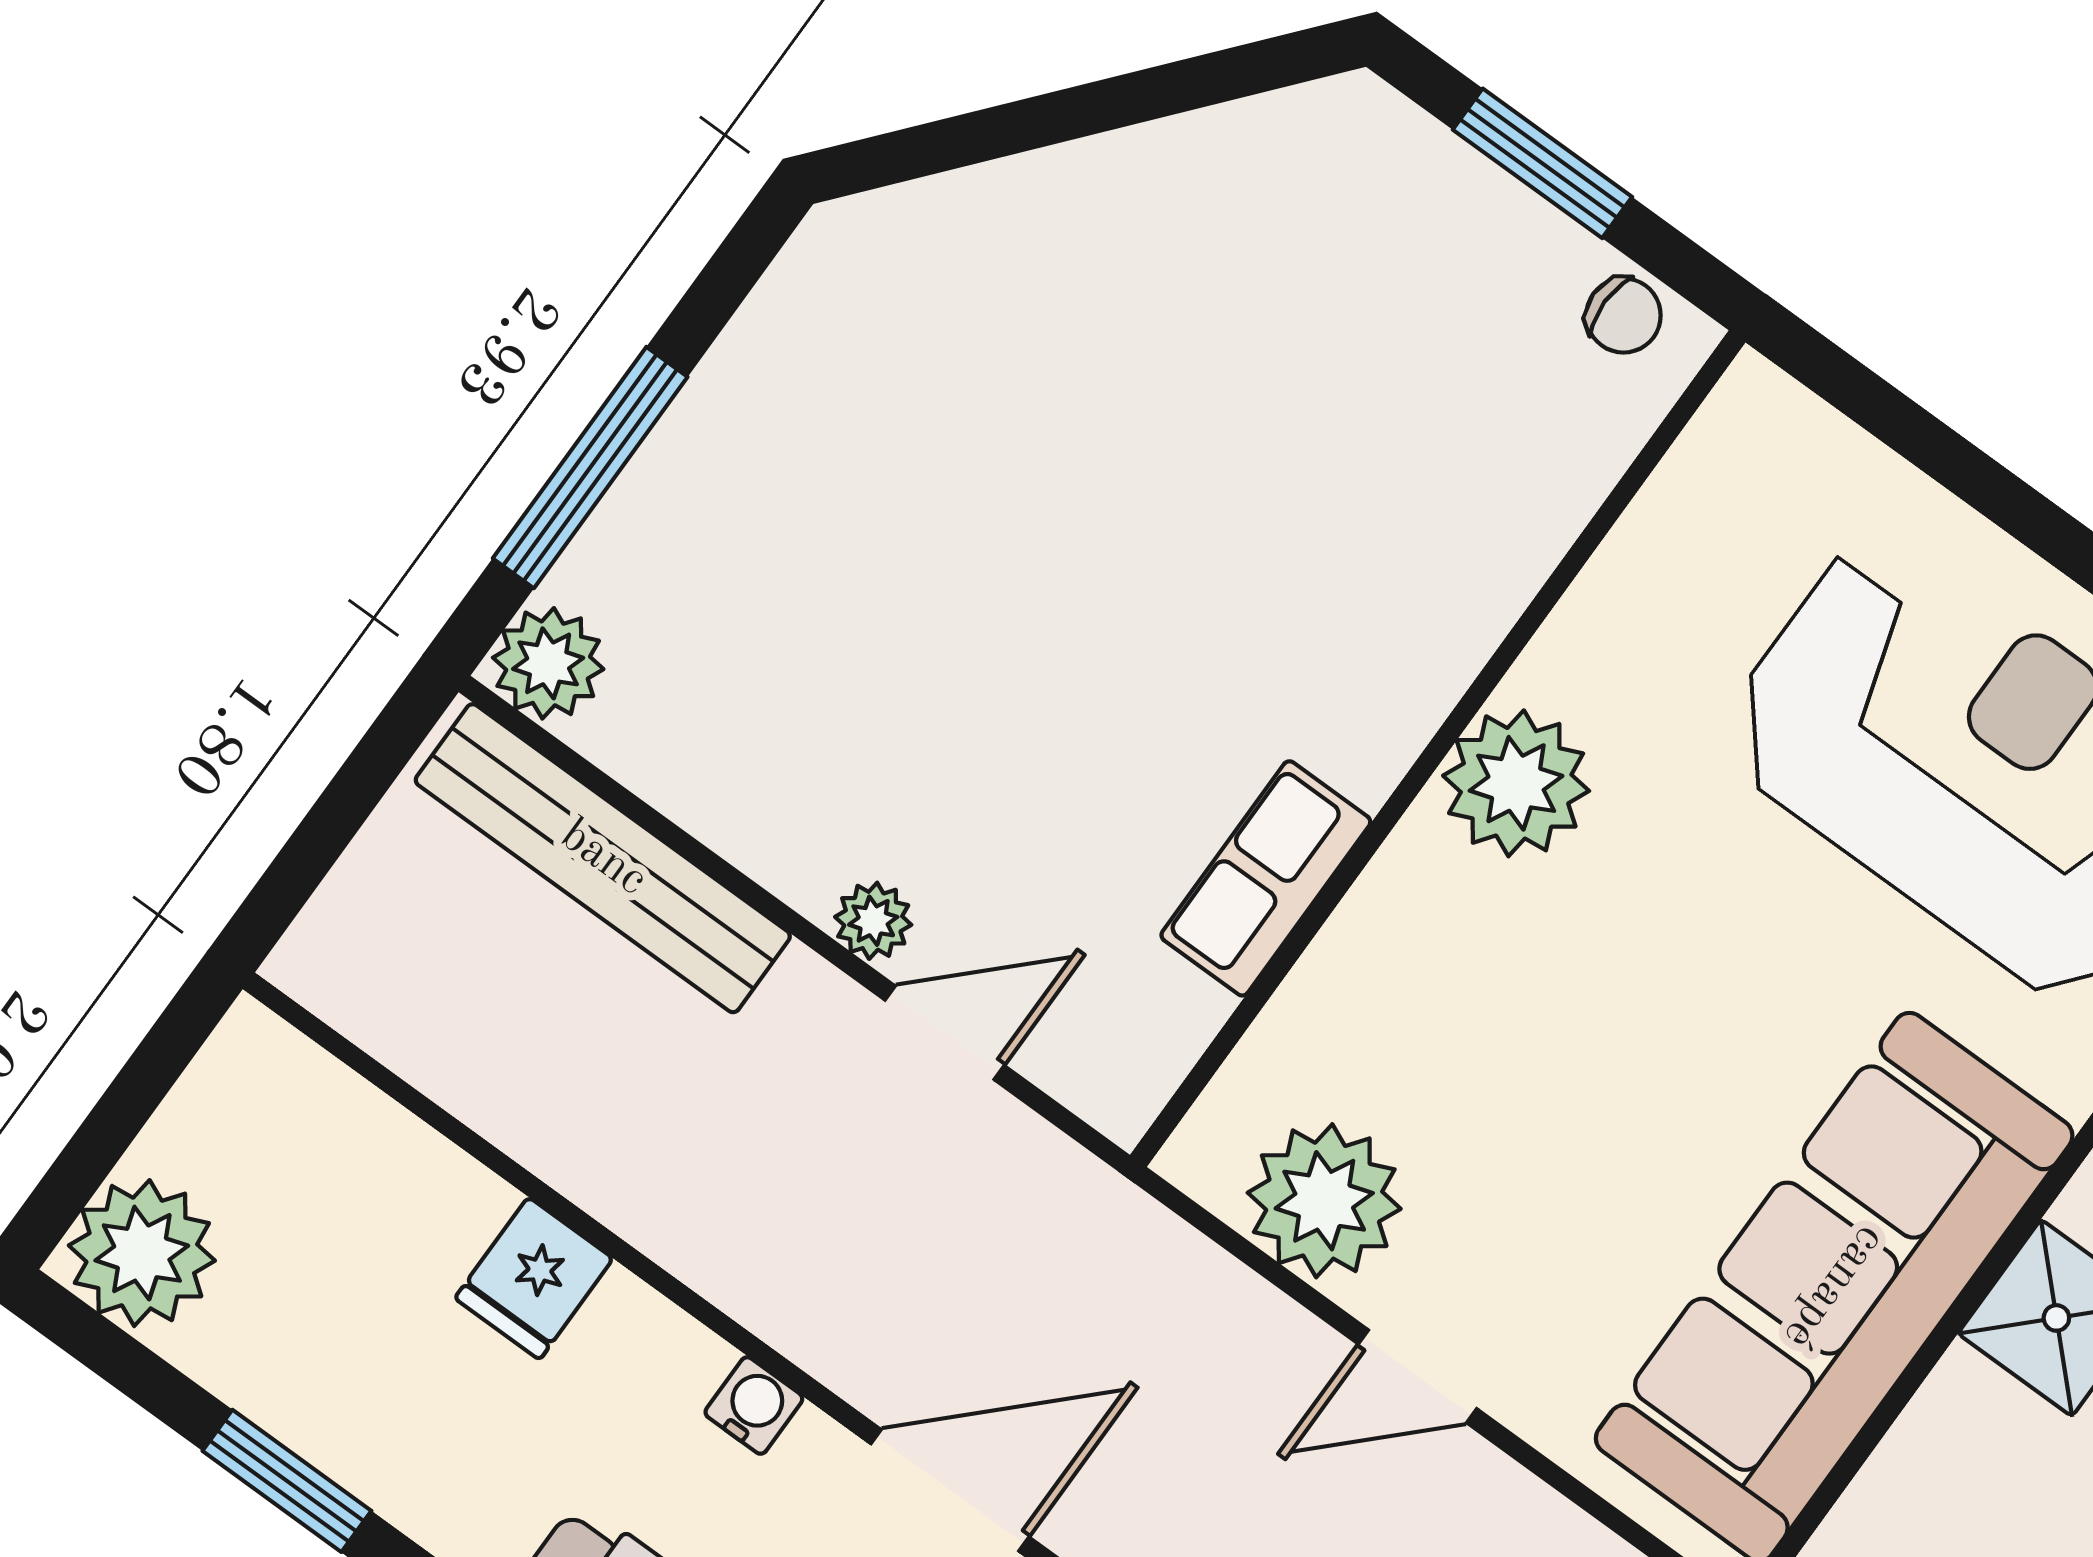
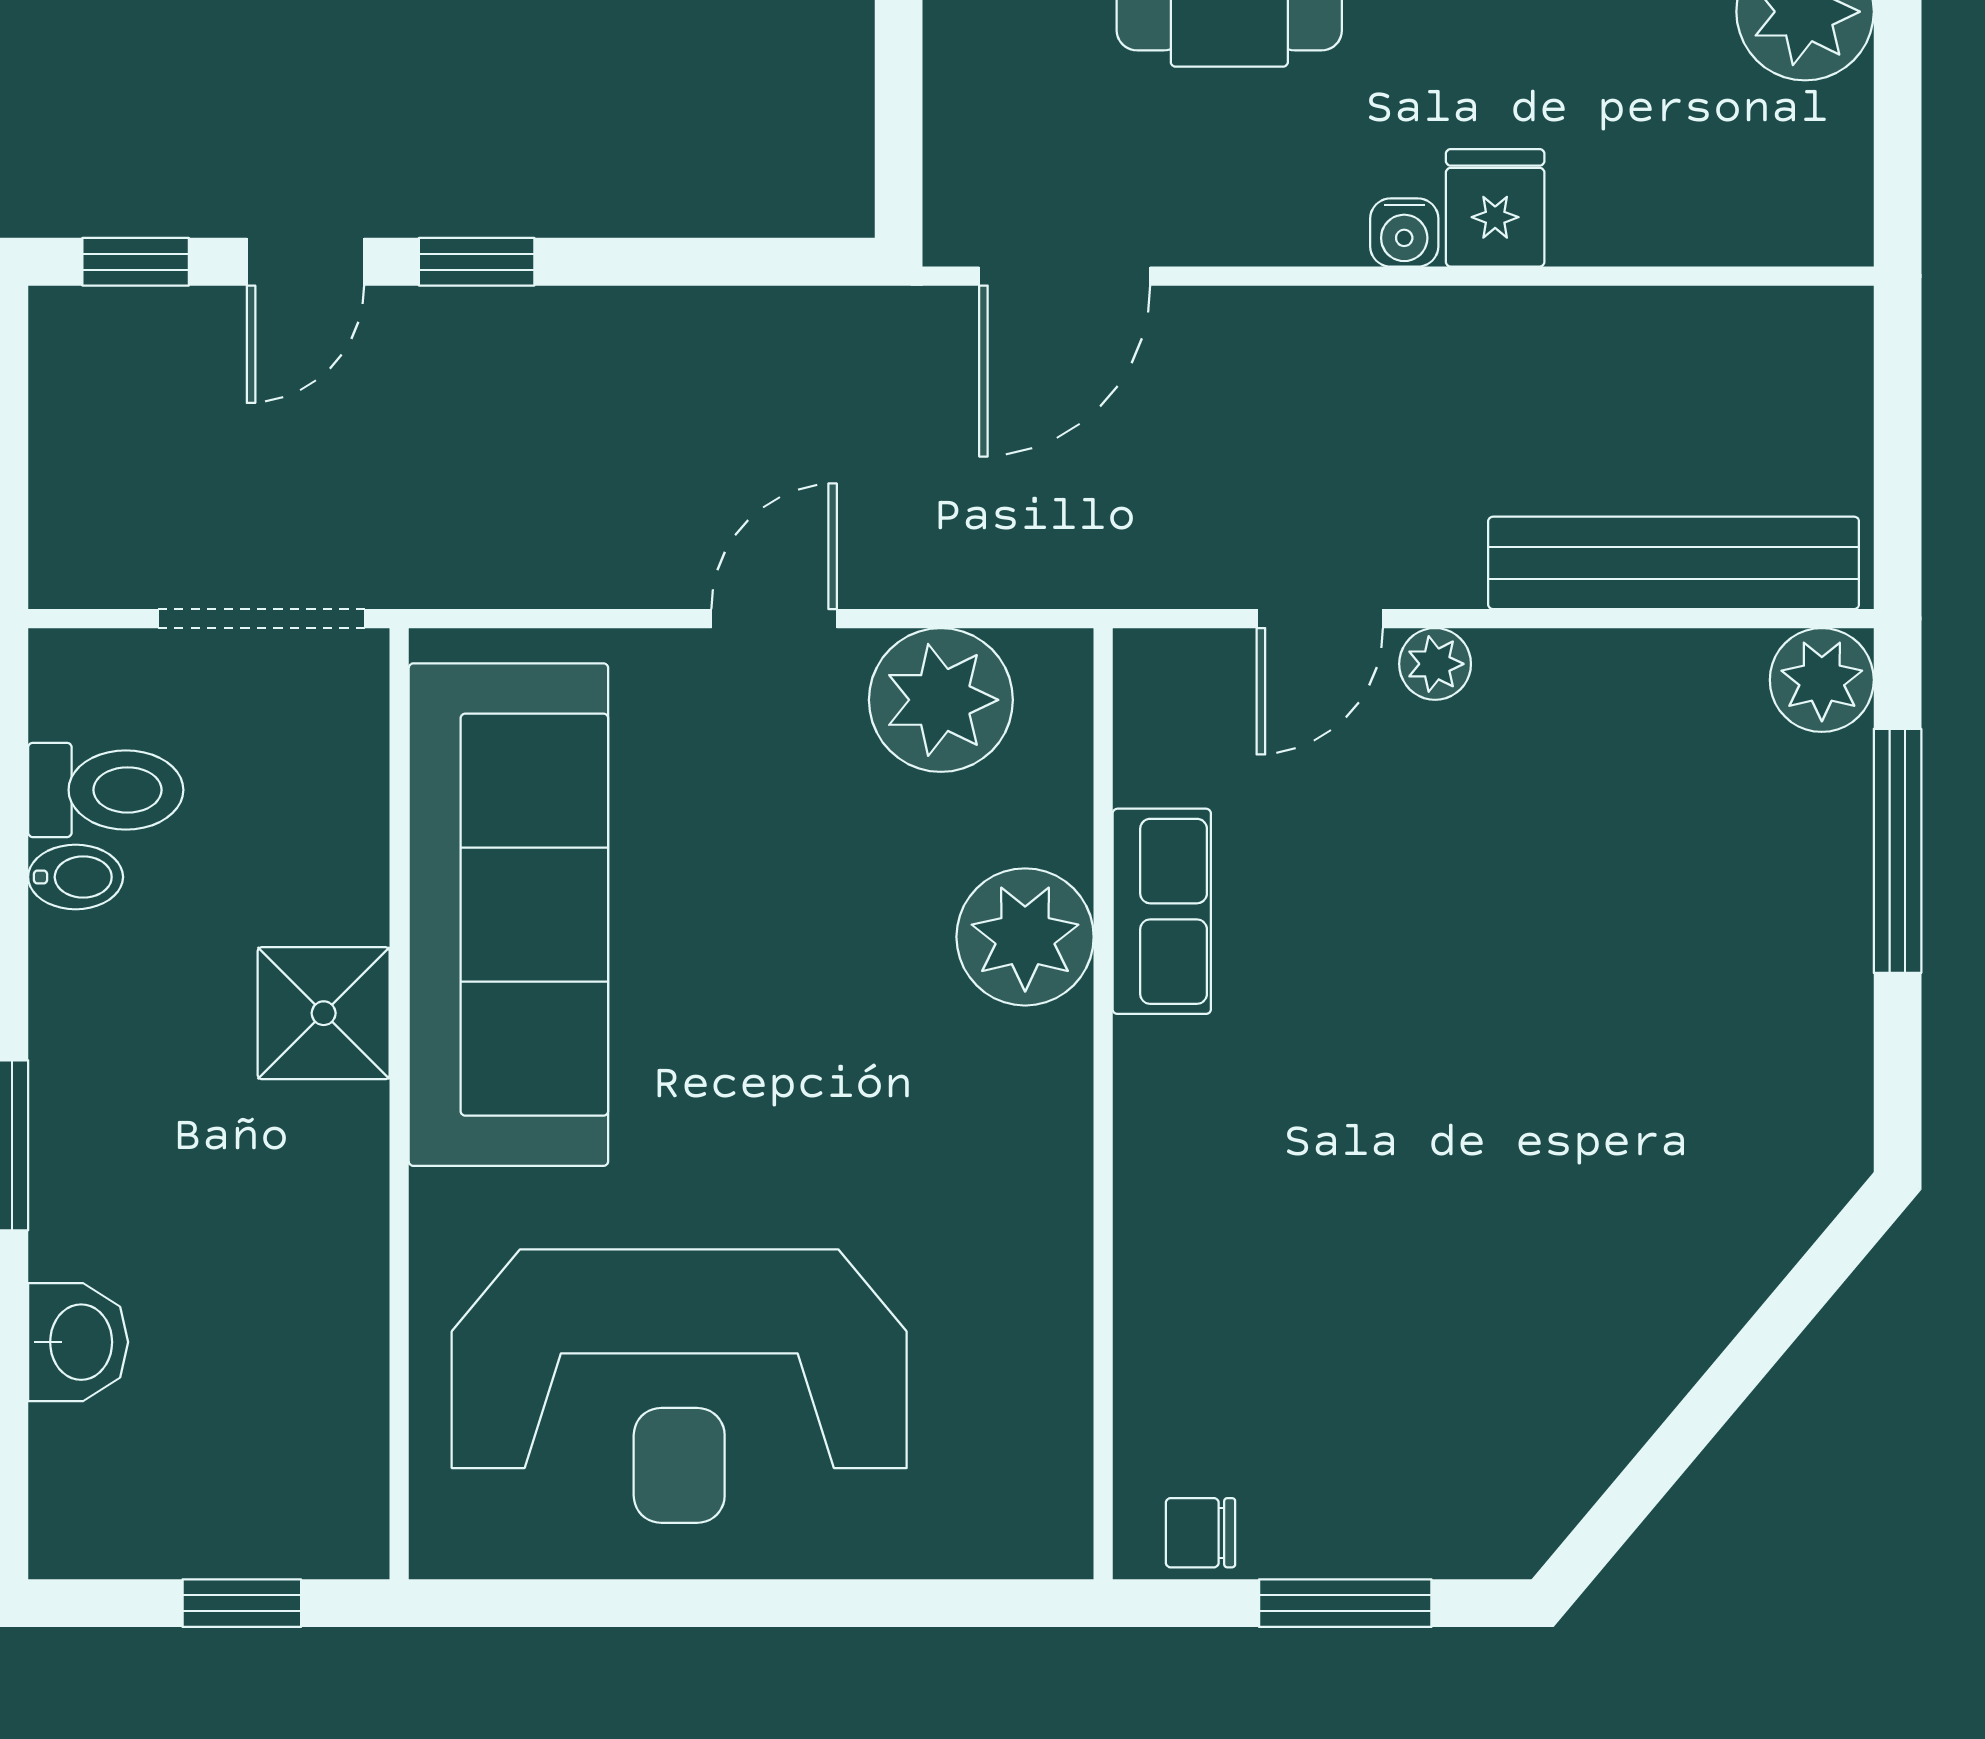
plant: (1516, 783) -> (1025, 937), moved
water cooler: (754, 1405) -> (1404, 232), moved

